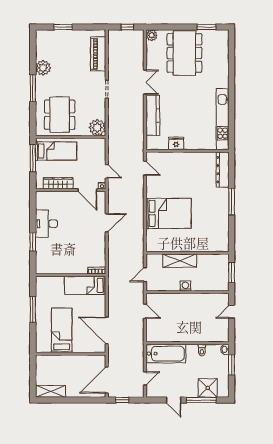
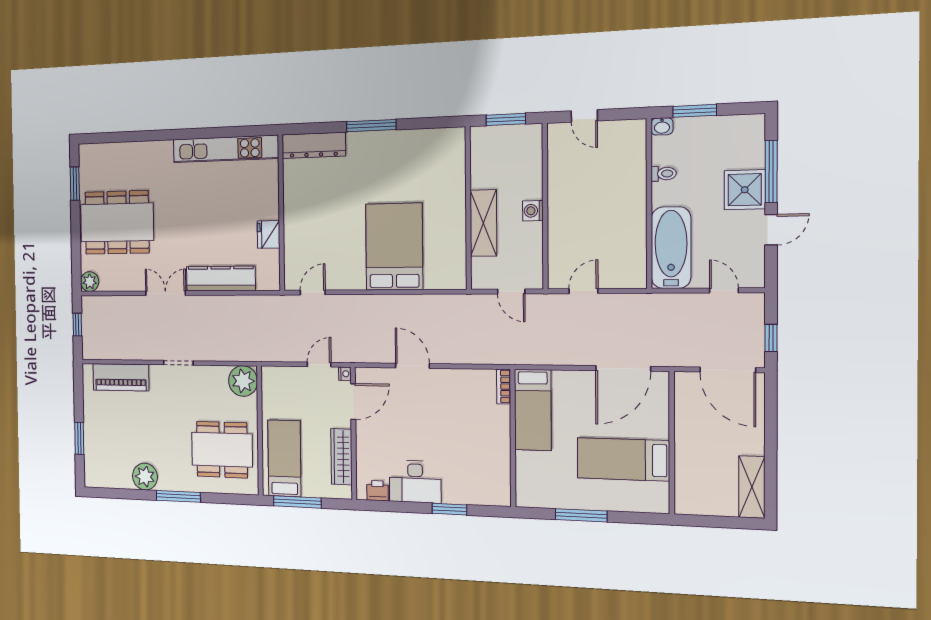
printer: (41, 203) -> (377, 491), added
shower: (208, 388) -> (745, 190), moved

